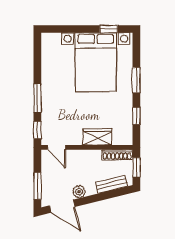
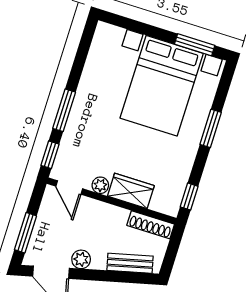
window: (109, 29) -> (195, 45), width x1.50
window: (136, 116) -> (189, 197), moved
plant: (76, 140) -> (100, 185), added
window: (136, 167) -> (172, 250), removed

